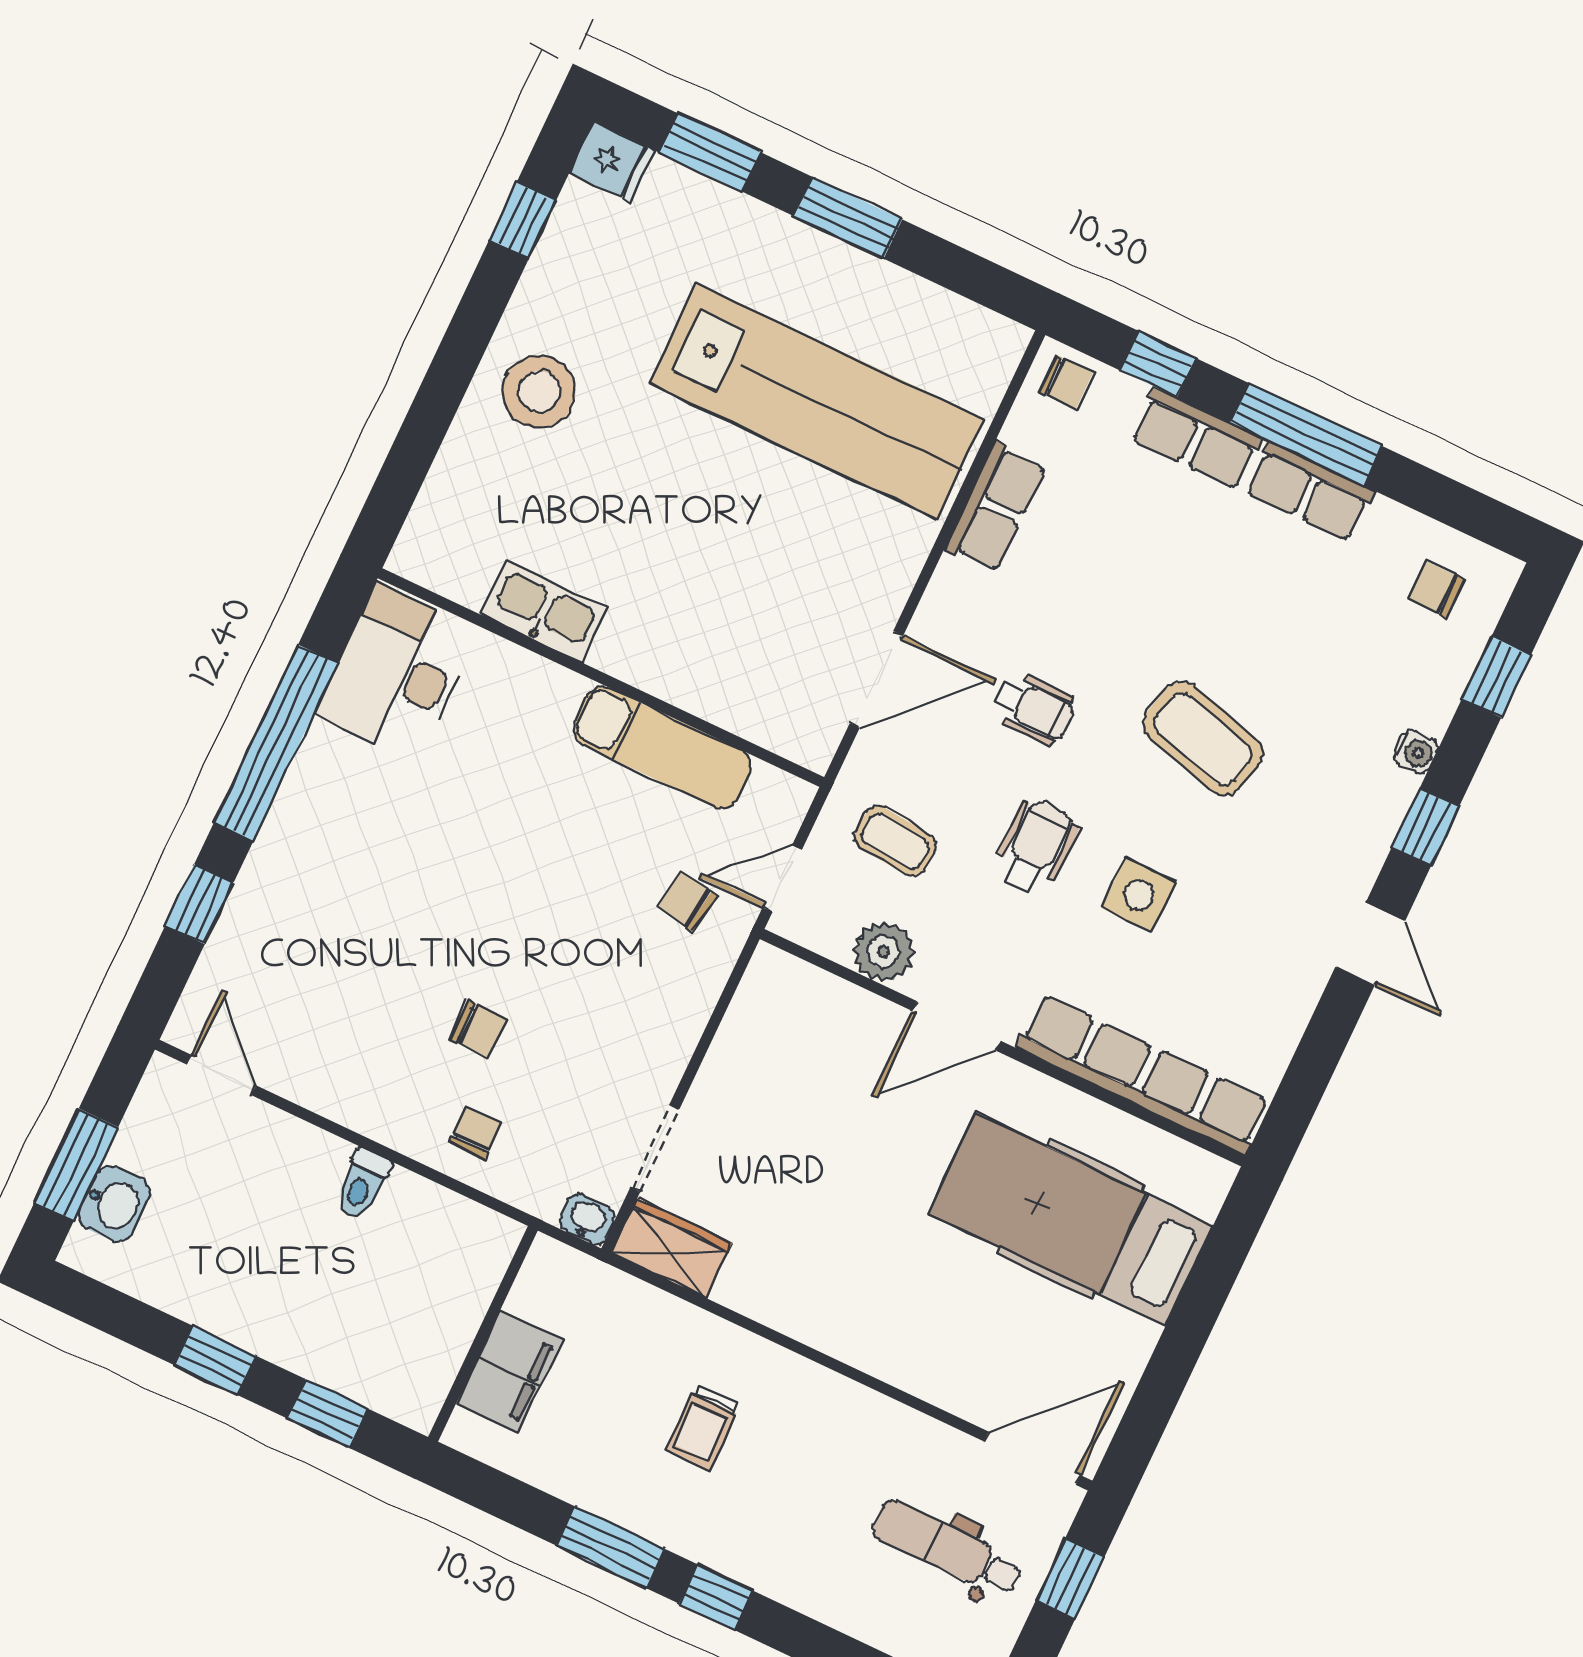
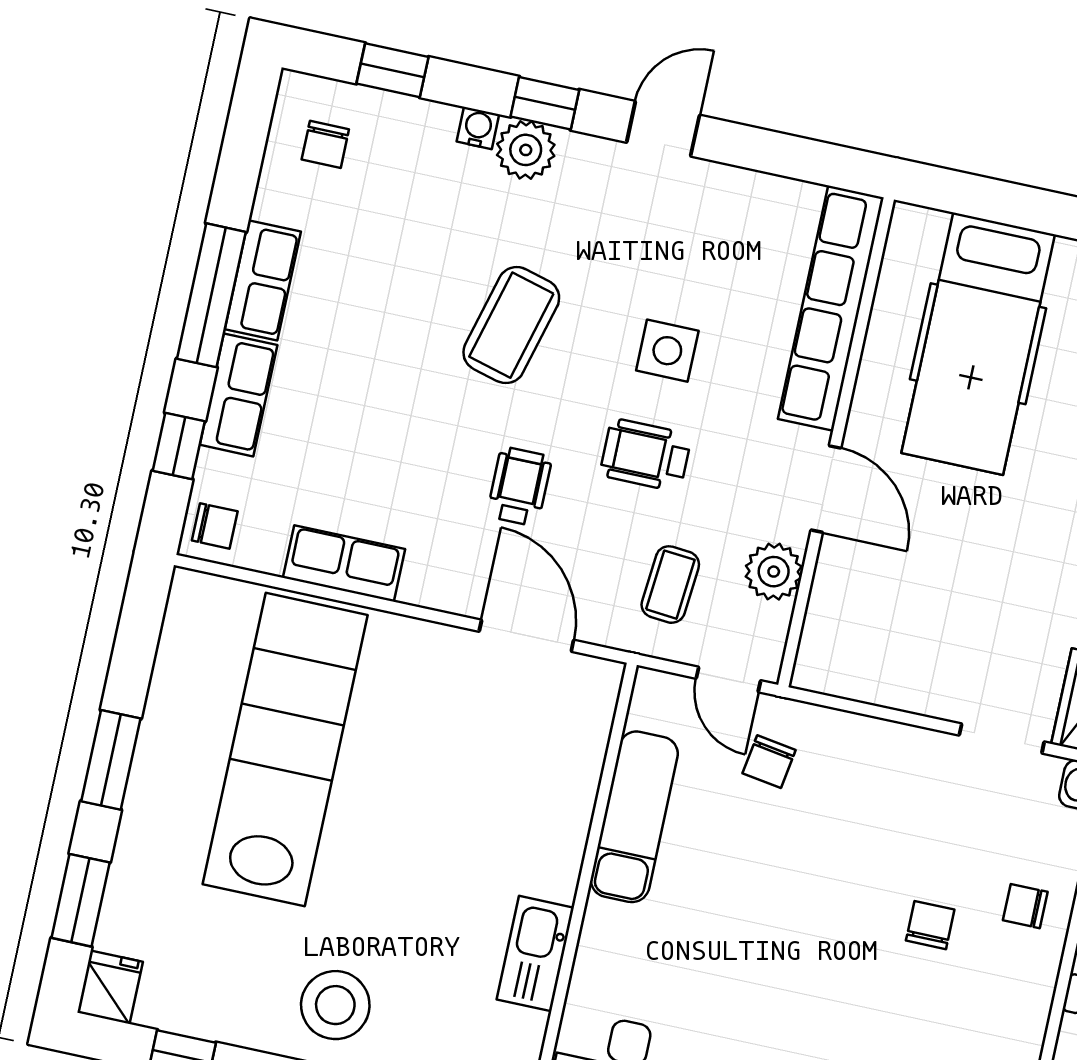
chair: (1066, 382) -> (215, 526), turned 90
plant: (1381, 796) -> (526, 150), added

